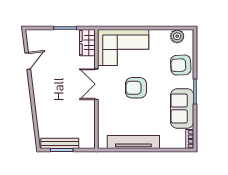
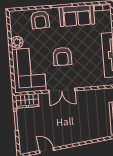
plant: (177, 36) -> (17, 42), moved

